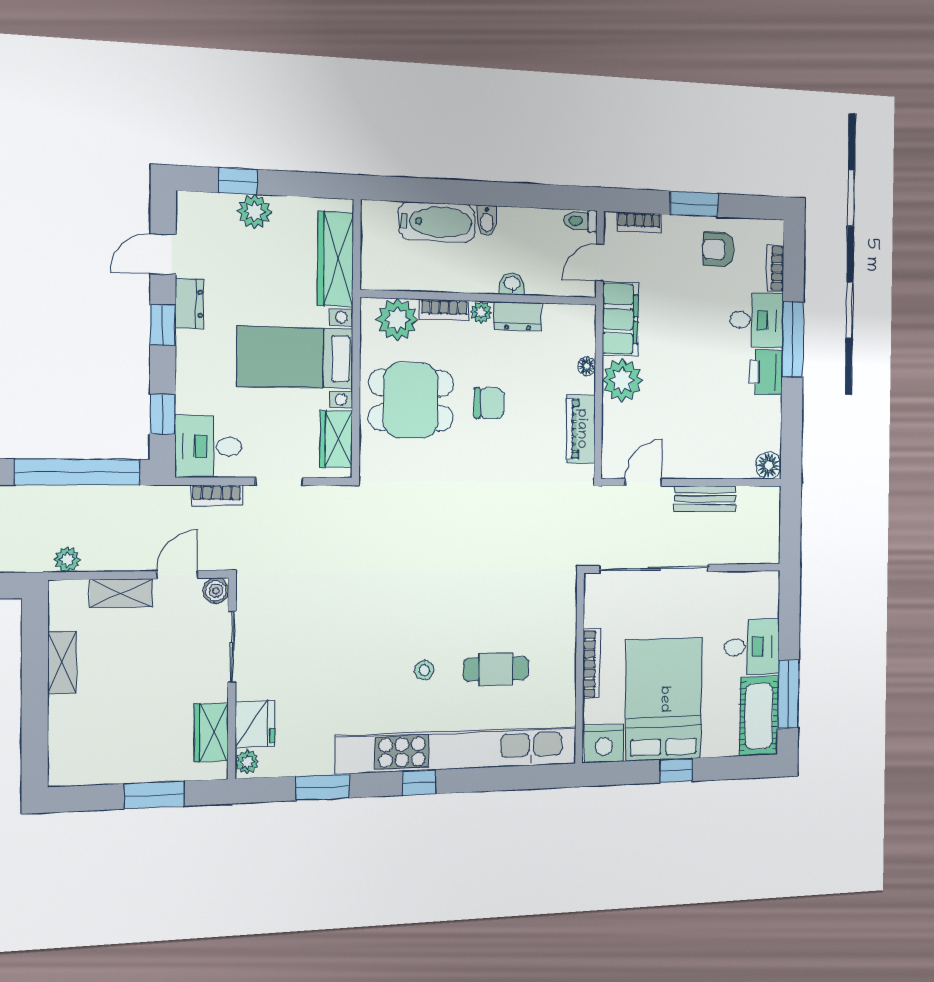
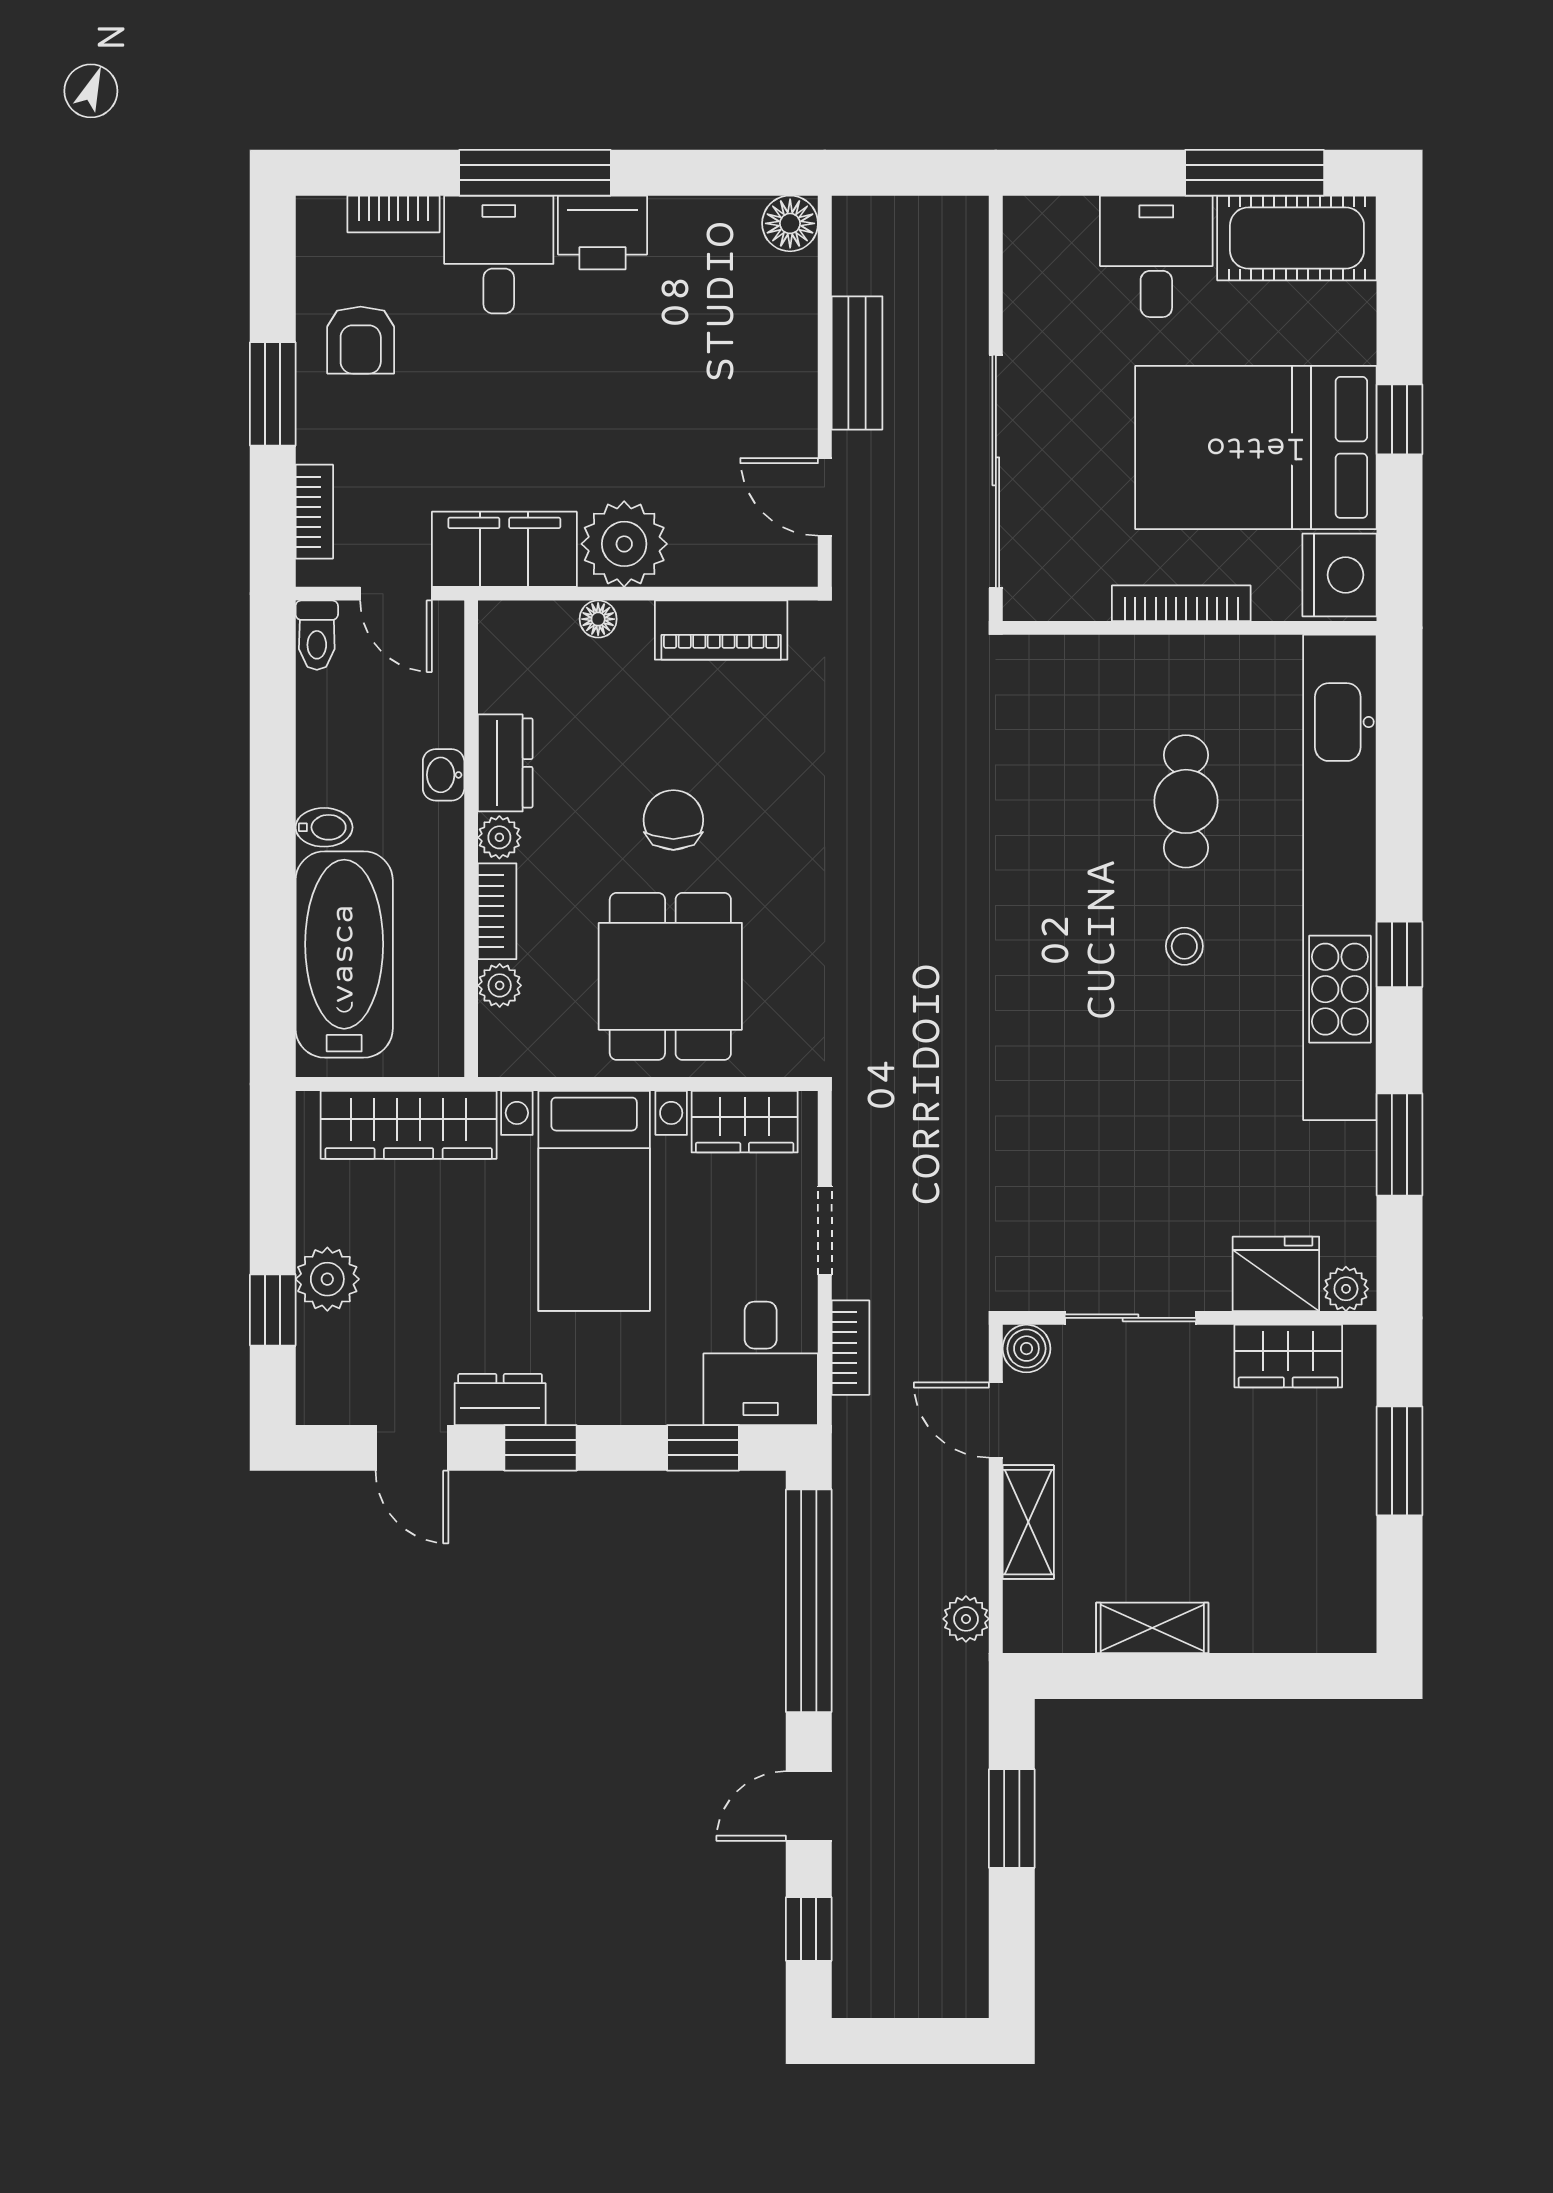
bathtub: (437, 222) -> (344, 954), width x1.36, depth x1.36
plant: (397, 320) -> (500, 985), width x0.53, depth x0.53

